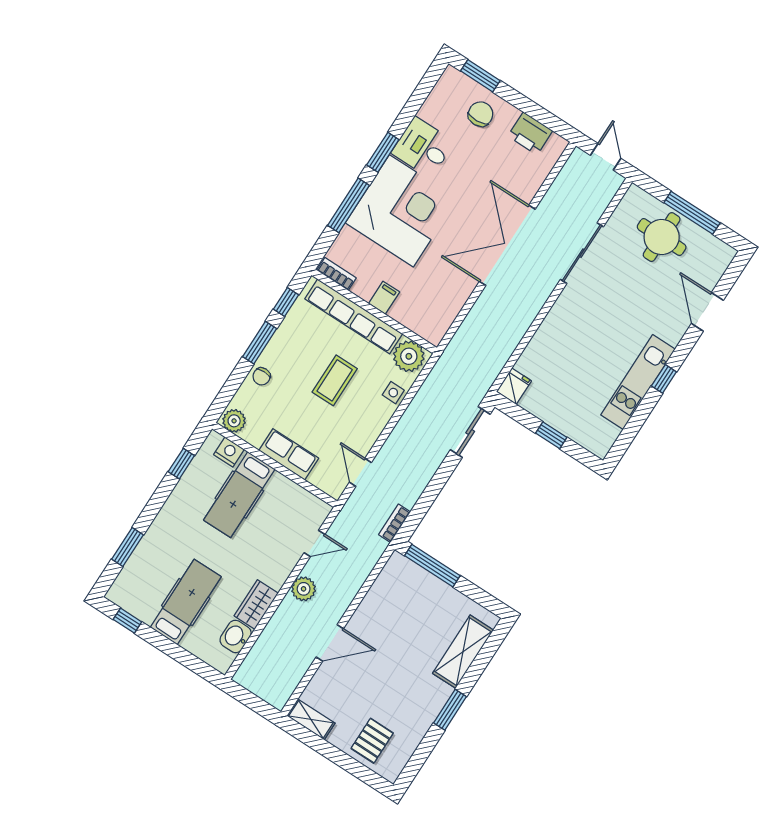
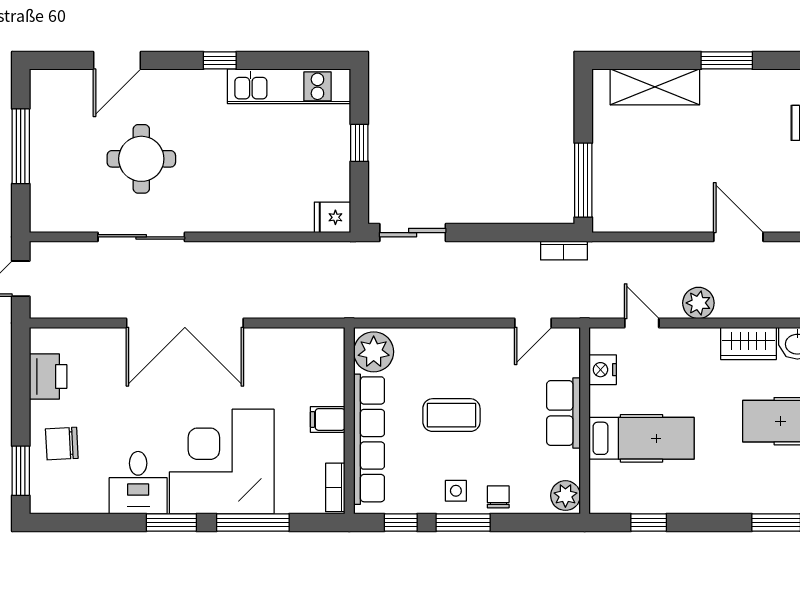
round table: (662, 237) -> (141, 159), moved
chair: (262, 376) -> (498, 497), turned -90
kitchen unit: (638, 382) -> (289, 86), moved
side table: (393, 393) -> (456, 491), moved
nightstand: (229, 452) -> (603, 370), moved

